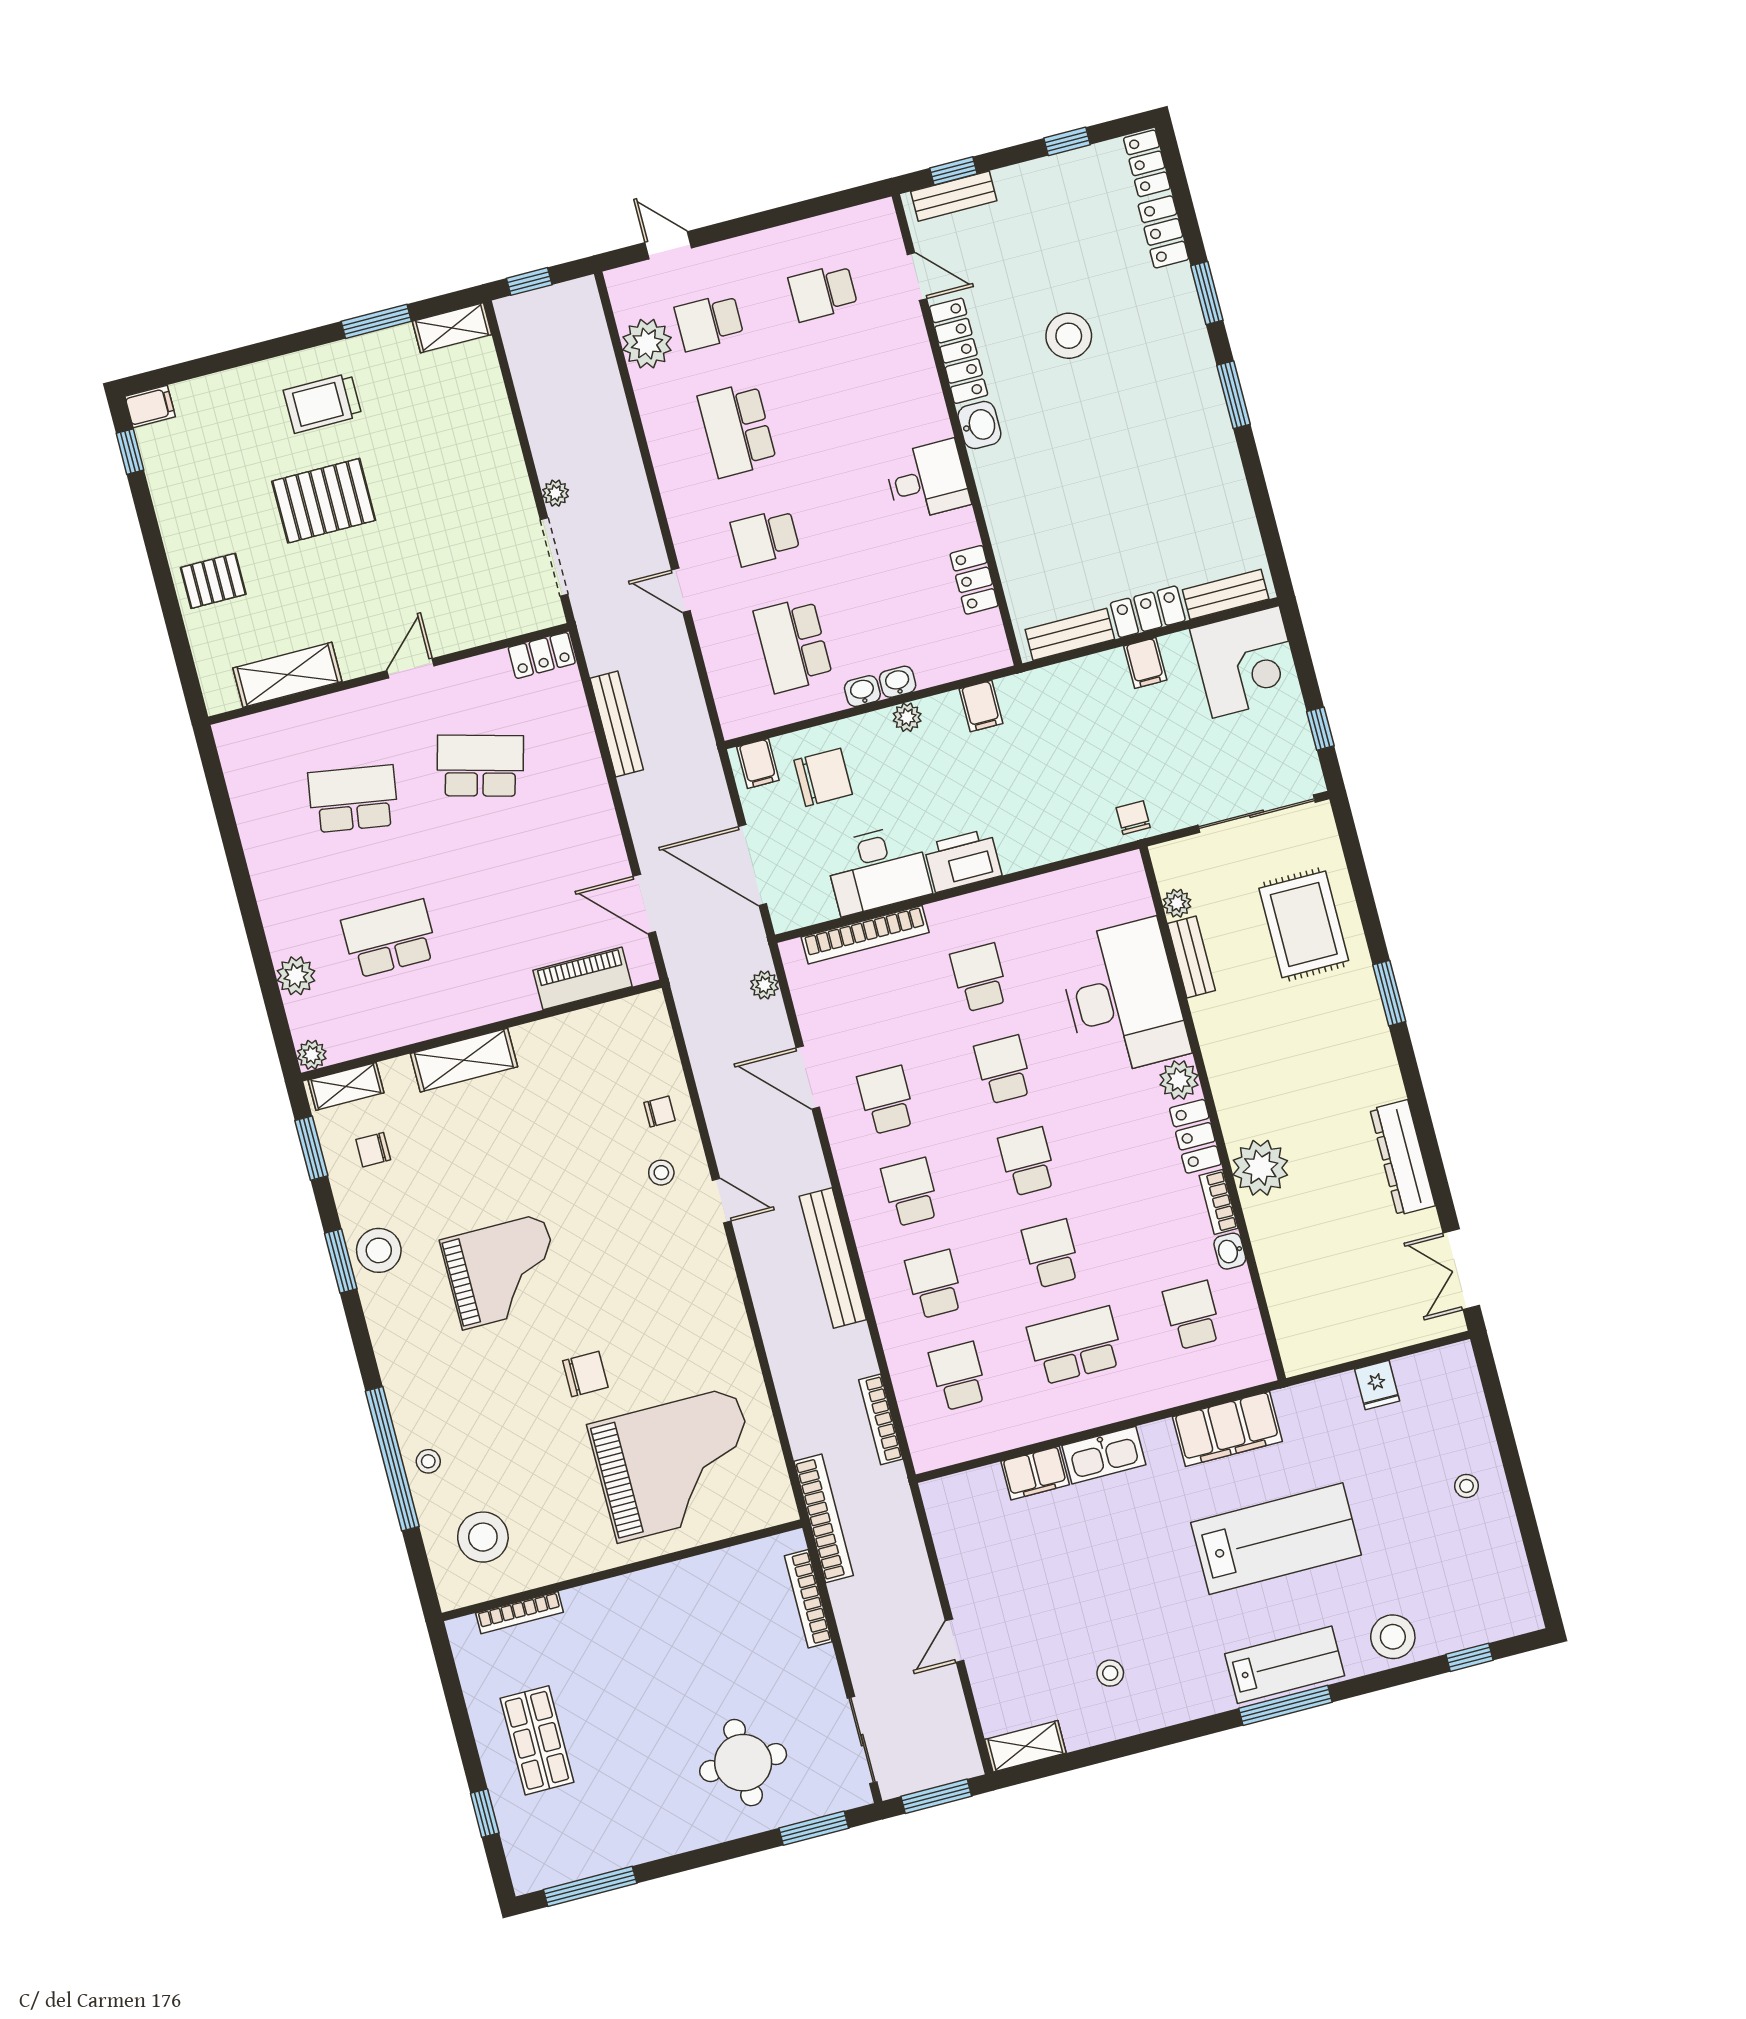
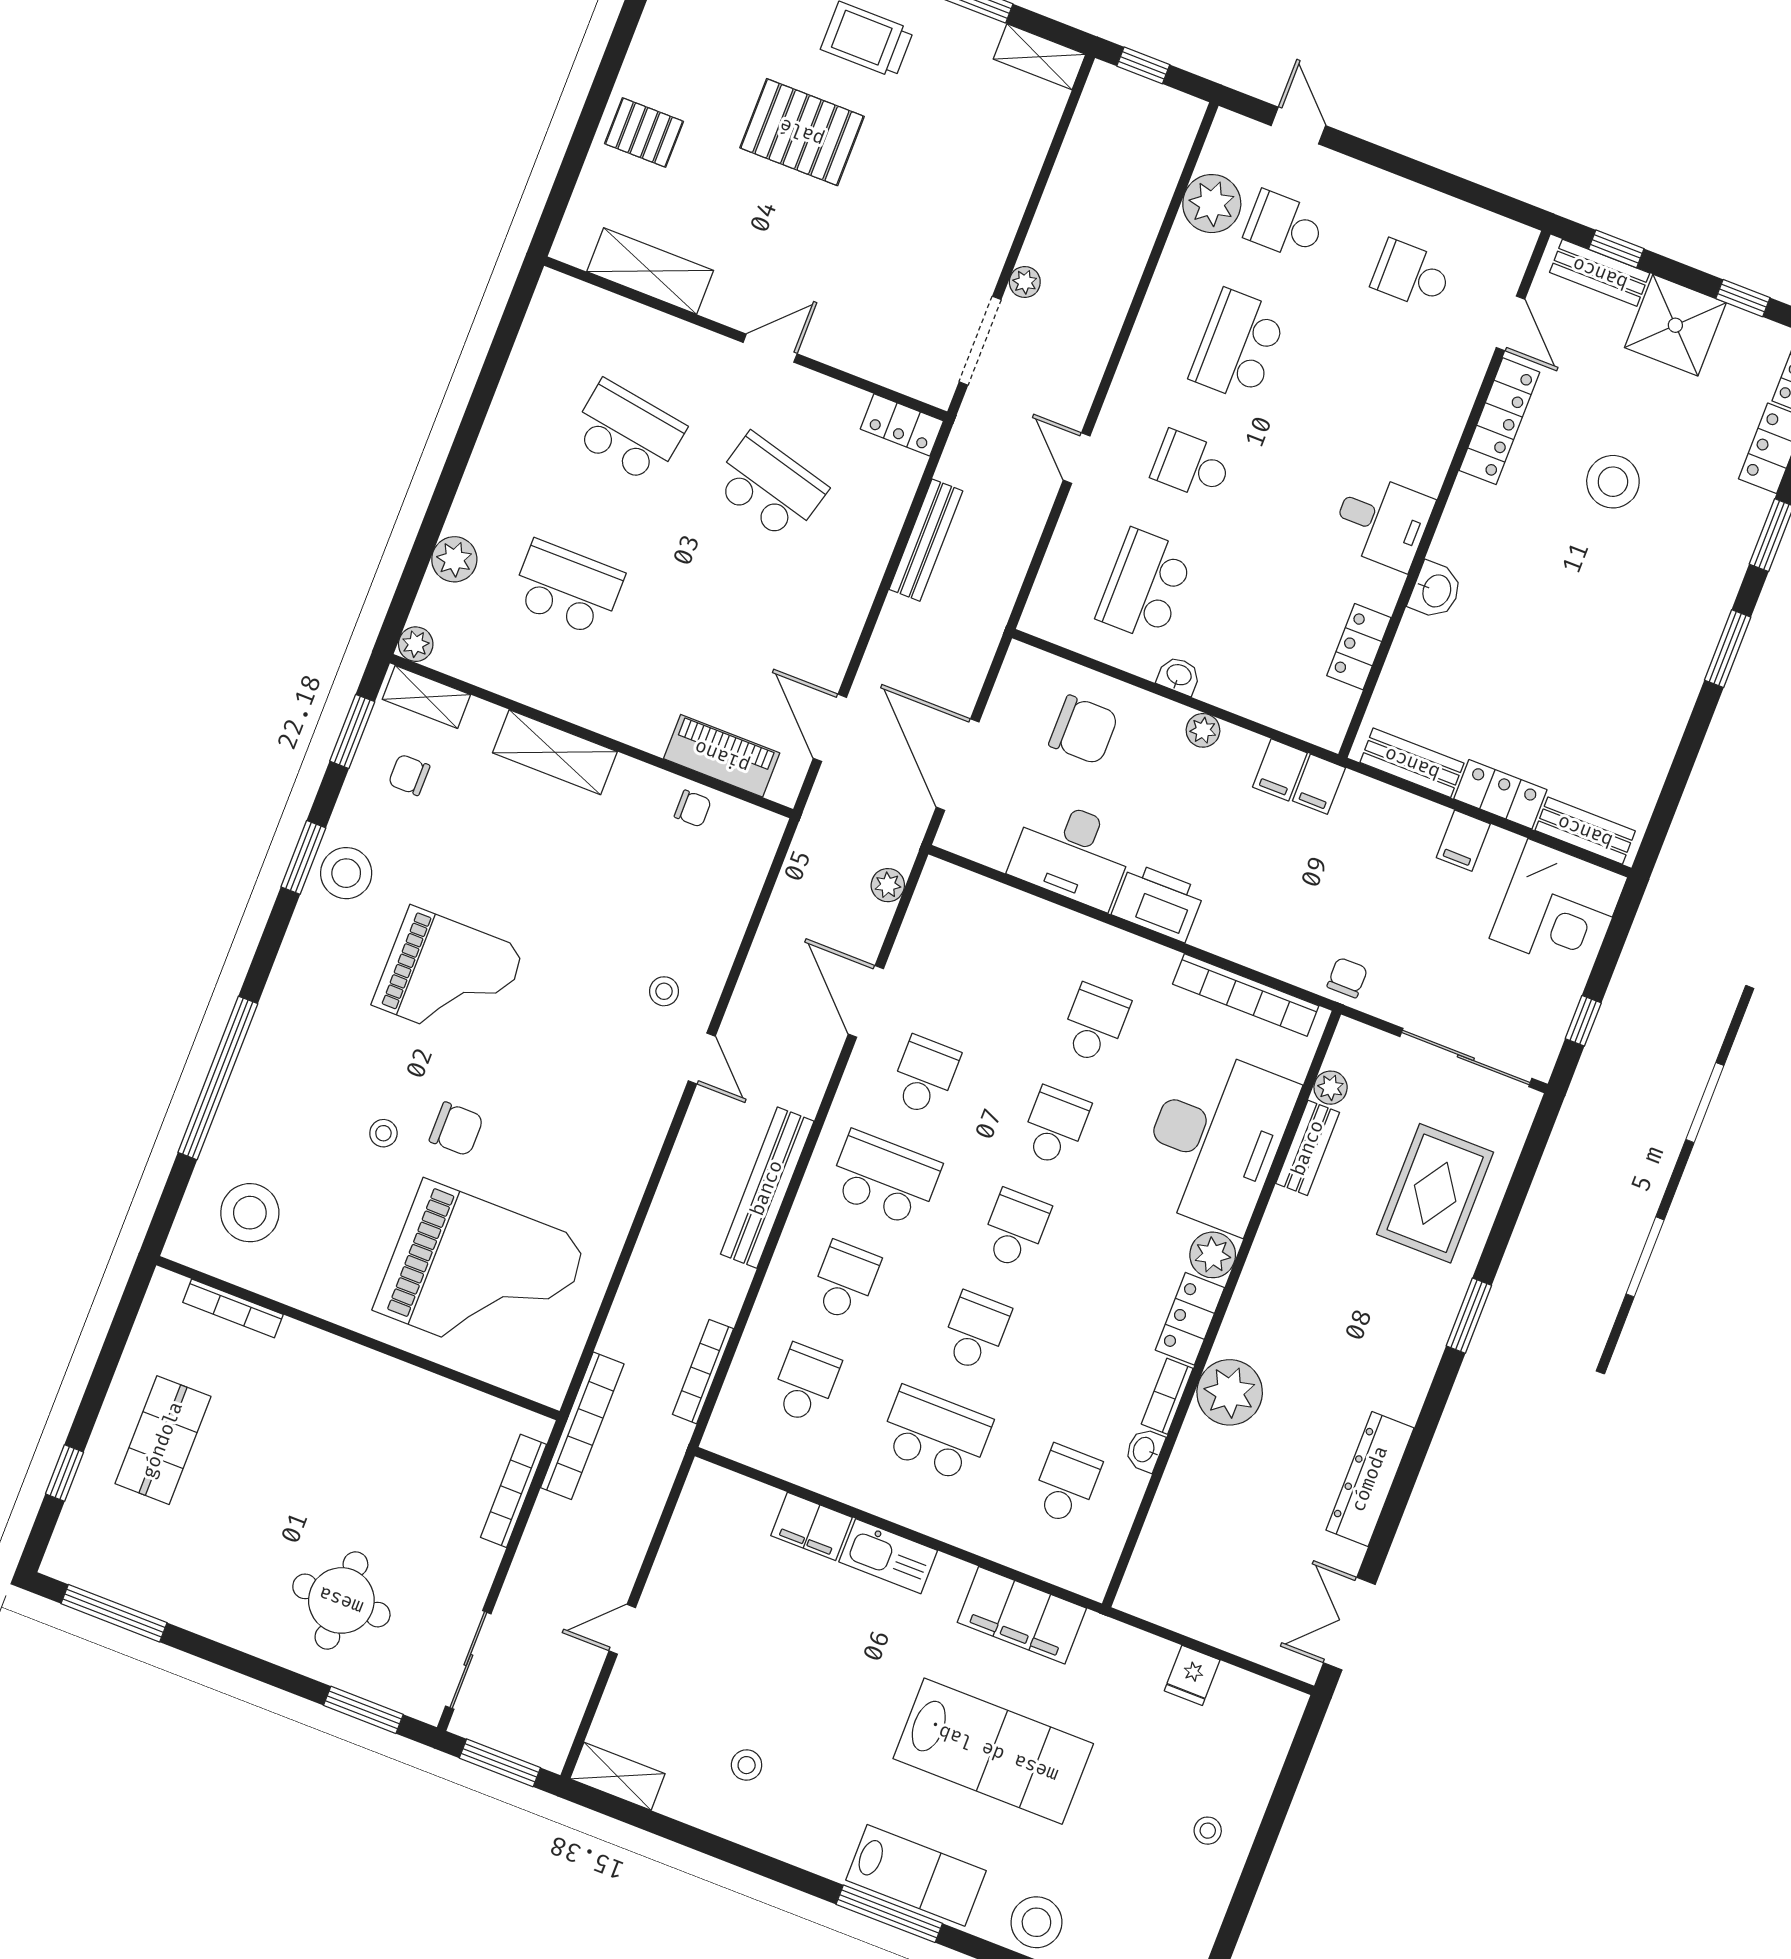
shower: (1033, 195) -> (1675, 325), added
washbasin: (979, 425) -> (1436, 590), moved
washbasin: (898, 682) -> (1218, 691), removed
filing cabinet: (758, 764) -> (1319, 784), moved
bookcase: (865, 935) -> (1246, 995), moved
chair: (659, 1112) -> (693, 809), moved
school desk: (910, 1192) -> (885, 1178), width x1.85
stool: (428, 1461) -> (383, 1133), moved

